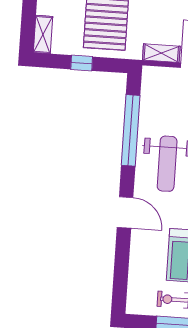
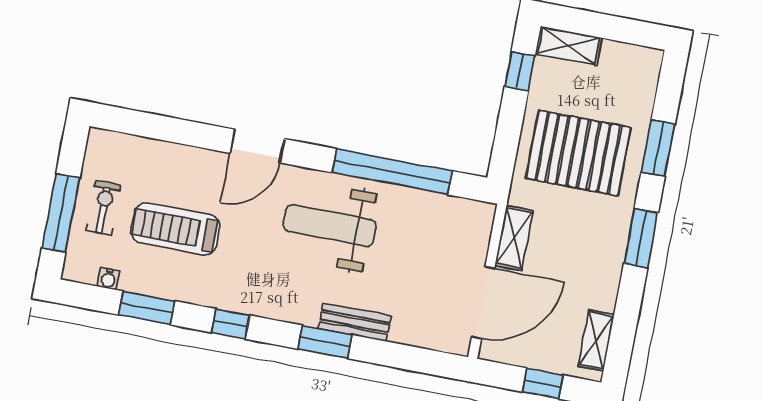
window: (82, 63) -> (520, 71), moved

